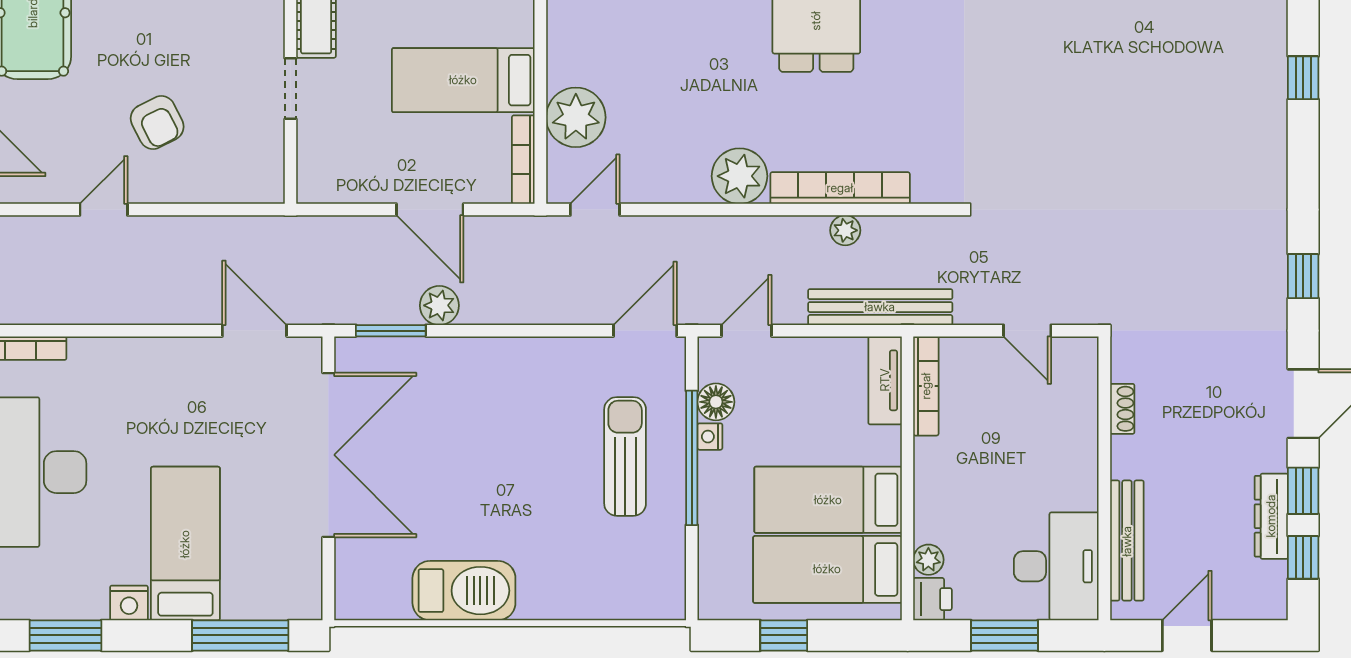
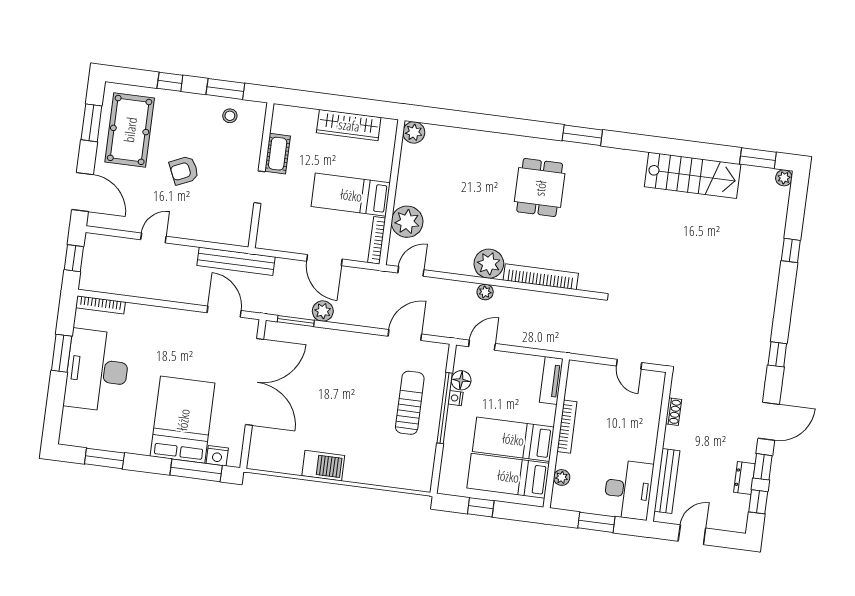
armchair: (157, 122) -> (184, 170), moved, turned 93
plant: (845, 230) -> (485, 292), moved
bench: (880, 307) -> (236, 261), moved
door: (645, 331) -> (405, 335), moved
bookcase: (926, 386) -> (567, 427), moved
dresser: (1271, 516) -> (744, 478), width x0.70
bed: (185, 544) -> (183, 420), width x1.50
barbecue: (464, 591) -> (323, 466), width x0.73, depth x0.83
printer: (932, 599) -> (561, 498), removed
nightstand: (129, 603) -> (217, 456), moved

